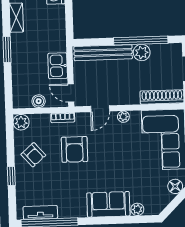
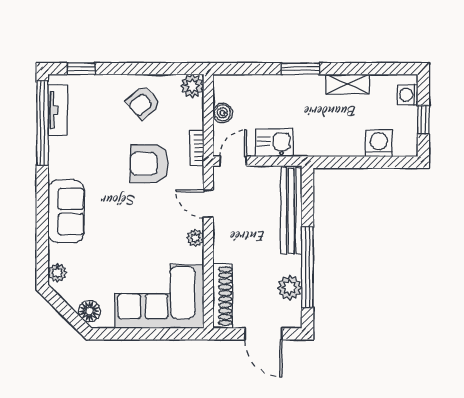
plant: (142, 52) -> (290, 288), moved
window: (11, 176) -> (81, 69), moved
plant: (137, 209) -> (57, 273), moved

